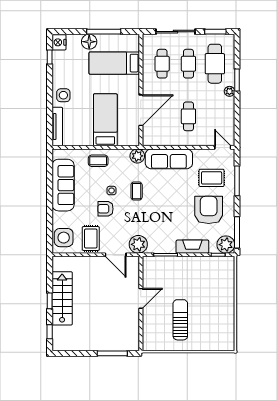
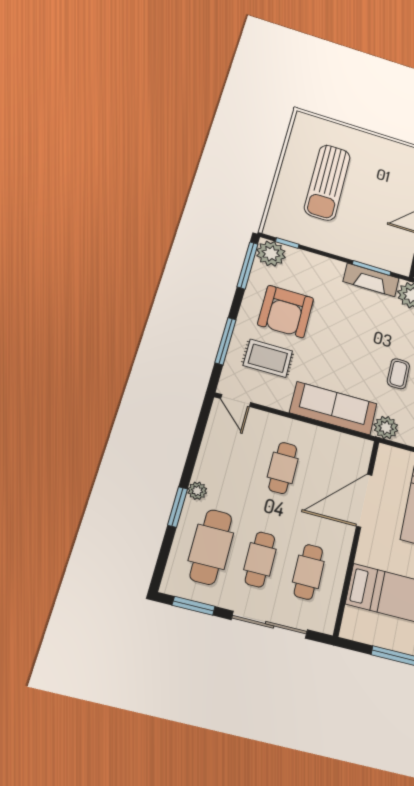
fireplace: (192, 247) -> (371, 280), moved
sun lounger: (180, 320) -> (327, 182), moved, width x1.36, depth x1.34

